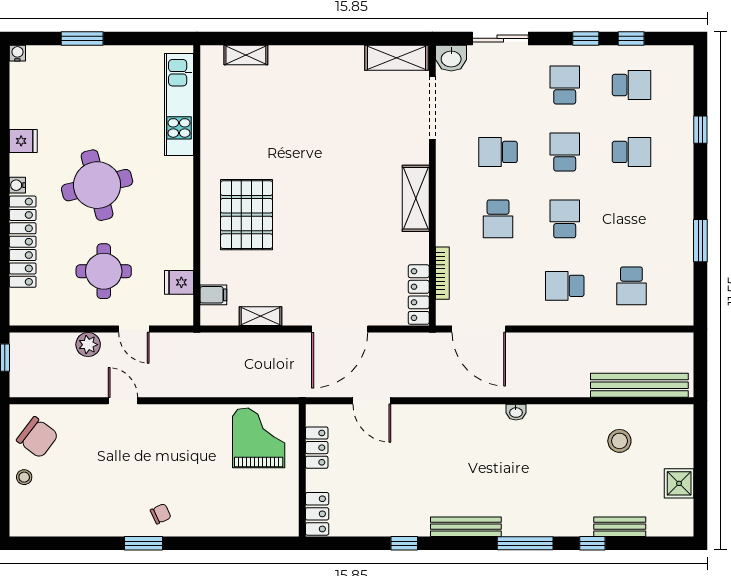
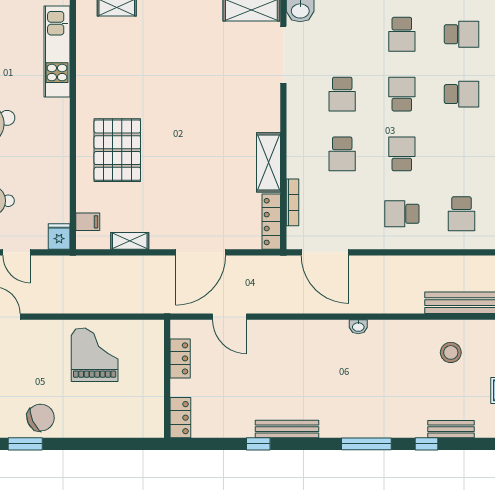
school desk: (565, 85) -> (402, 34), turned 180
school desk: (498, 152) -> (342, 94), turned -90
shelving: (416, 198) -> (269, 162), moved
fridge: (179, 282) -> (59, 237), moved, turned 90
grand piano: (259, 438) -> (95, 355), moved
chair: (161, 514) -> (41, 418), width x1.87, depth x1.87
bench: (466, 527) -> (287, 429), moved

